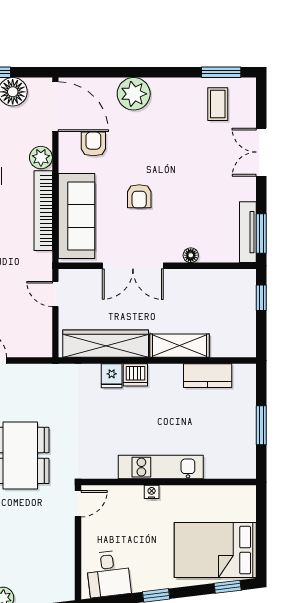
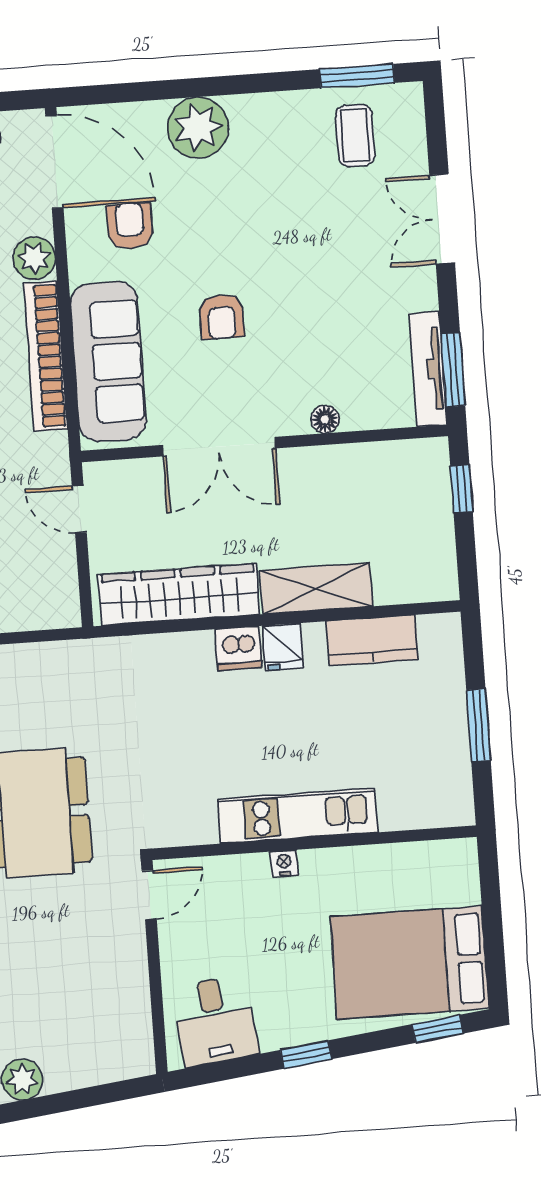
fridge: (112, 376) -> (283, 647), moved

